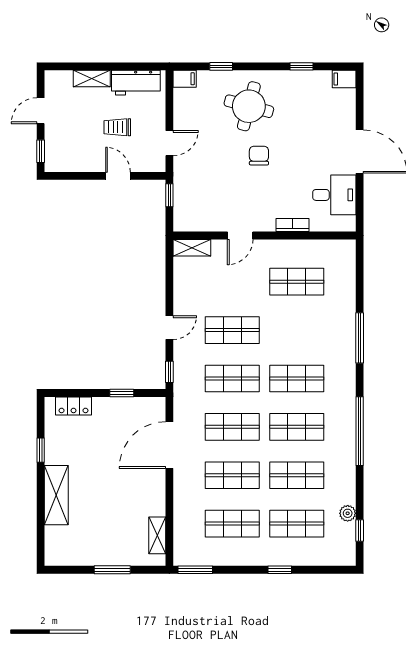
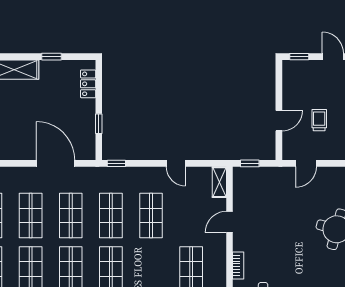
door: (169, 143) -> (306, 163), hinge flipped
chair: (259, 156) -> (296, 238), removed
window: (169, 195) -> (250, 163), moved
door: (240, 235) -> (229, 222), hinge flipped
door: (169, 328) -> (176, 163), moved

